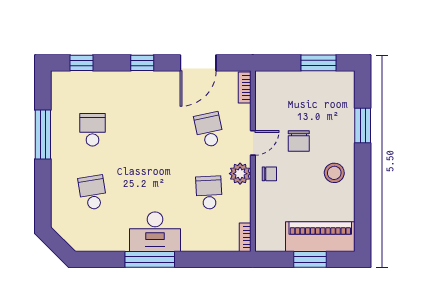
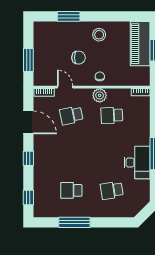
window: (318, 63) -> (28, 60), moved
door: (253, 143) -> (65, 87), moved
desk: (155, 232) -> (137, 163), moved

